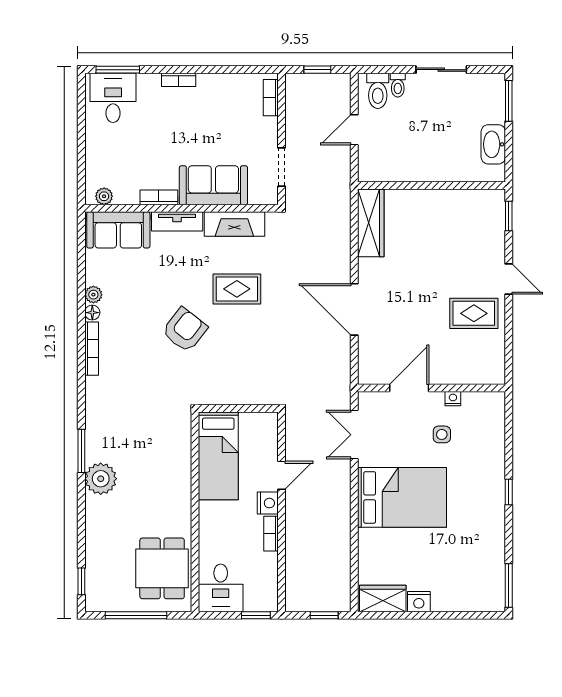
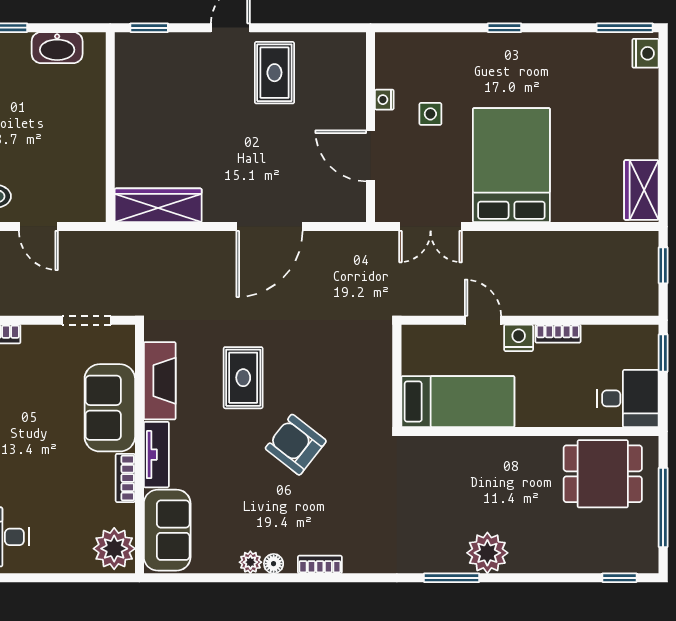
plant: (104, 196) -> (114, 549), width x1.88, depth x1.88
bookcase: (92, 349) -> (320, 565), width x0.64
nightstand: (419, 602) -> (645, 53), moved

